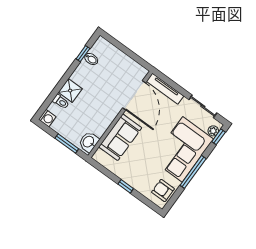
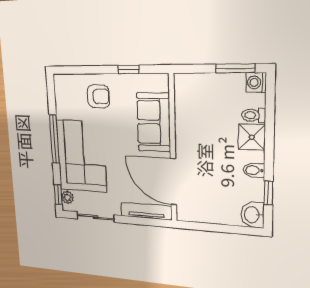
bidet: (91, 59) -> (254, 170), moved
washbasin: (89, 142) -> (252, 215), moved, turned 180
window: (67, 144) -> (235, 68), moved
window: (126, 186) -> (129, 69), moved
armchair: (163, 190) -> (98, 96), moved

